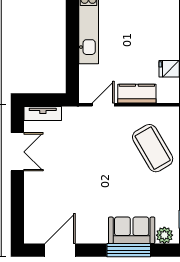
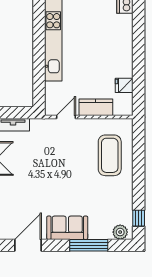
coffee table: (153, 148) -> (110, 155), turned 30
sofa: (132, 230) -> (67, 228), moved

